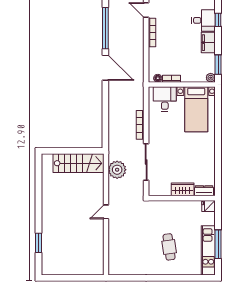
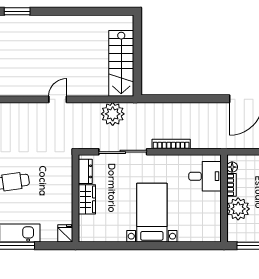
plant: (211, 78) -> (238, 209), moved, width x1.87, depth x1.87
bed with nightstands: (196, 109) -> (152, 213), moved, turned 90
dresser: (204, 191) -> (85, 171), moved
door: (106, 212) -> (58, 99), hinge flipped

